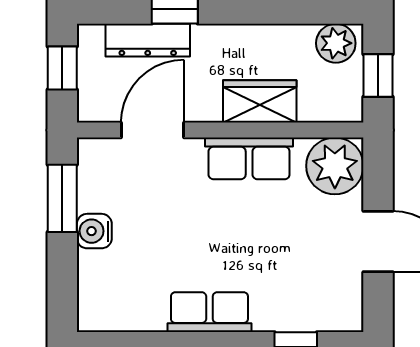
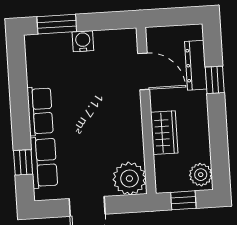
window: (62, 68) -> (176, 17), removed
row of seats: (249, 158) -> (44, 163), moved, turned 180
window: (62, 198) -> (57, 24), moved

